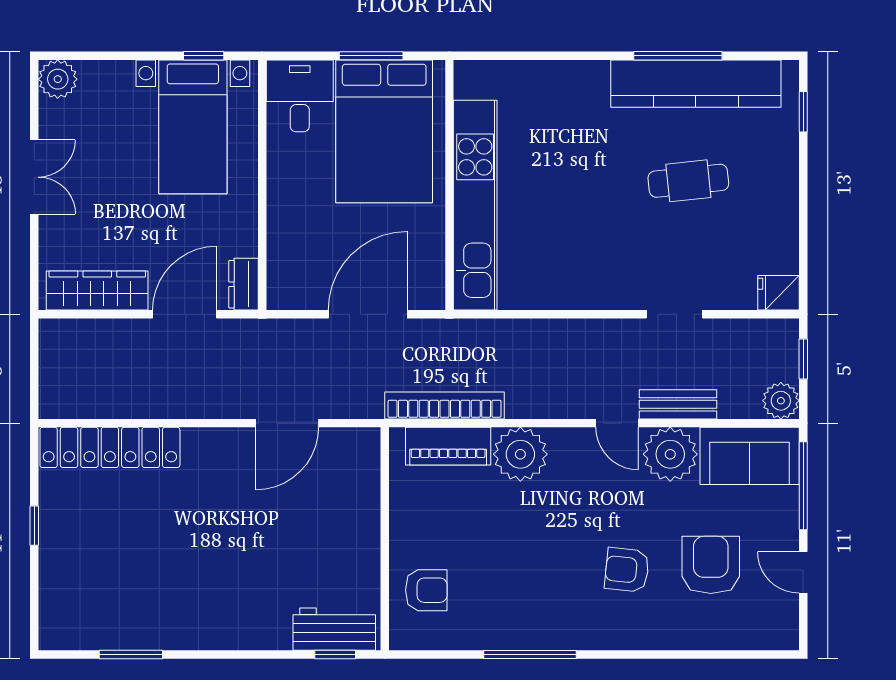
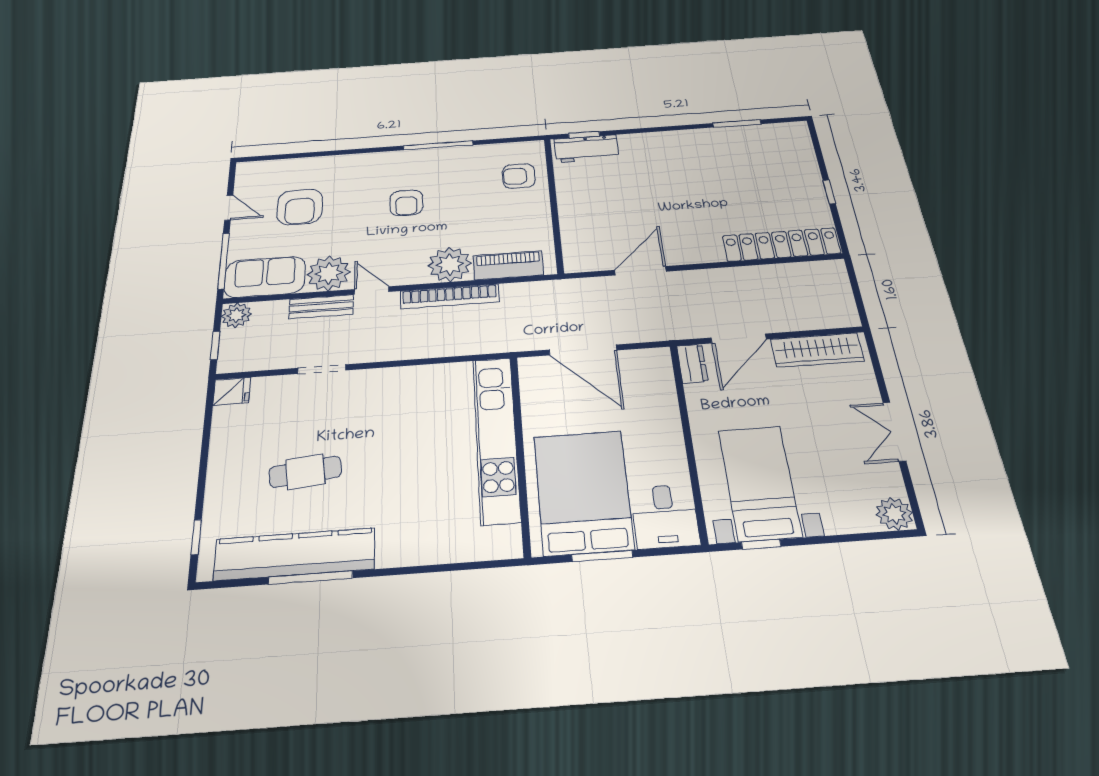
door: (368, 314) -> (583, 350), hinge flipped
bookcase: (445, 406) -> (450, 296), moved
armchair: (627, 570) -> (406, 203), moved, turned 84

